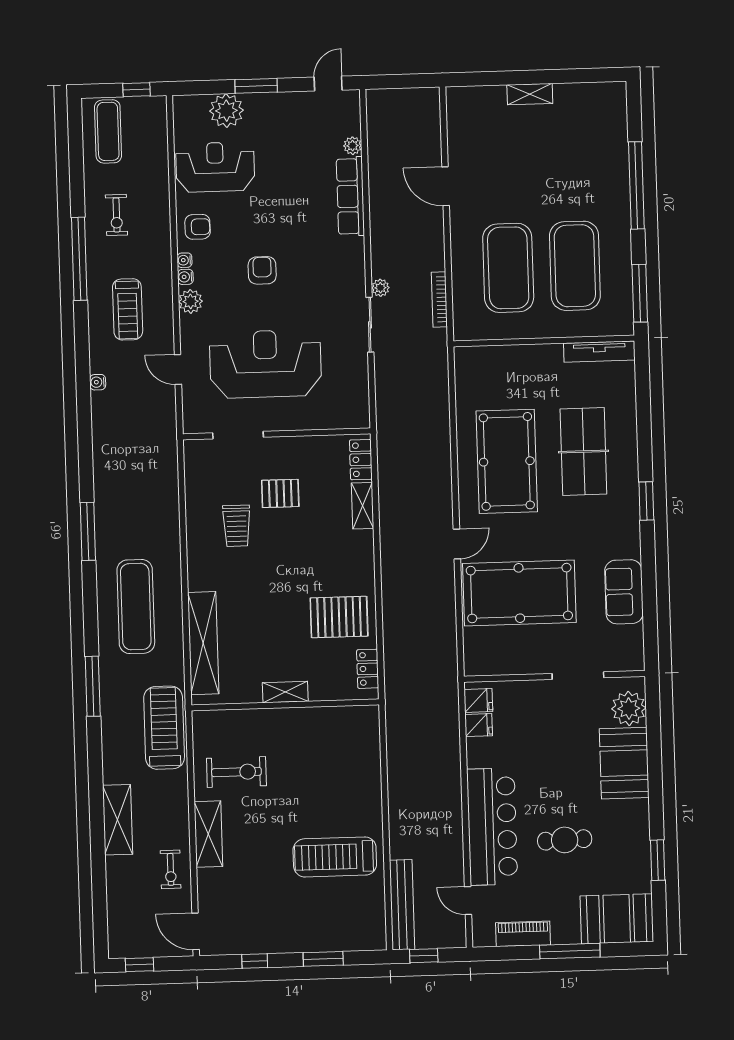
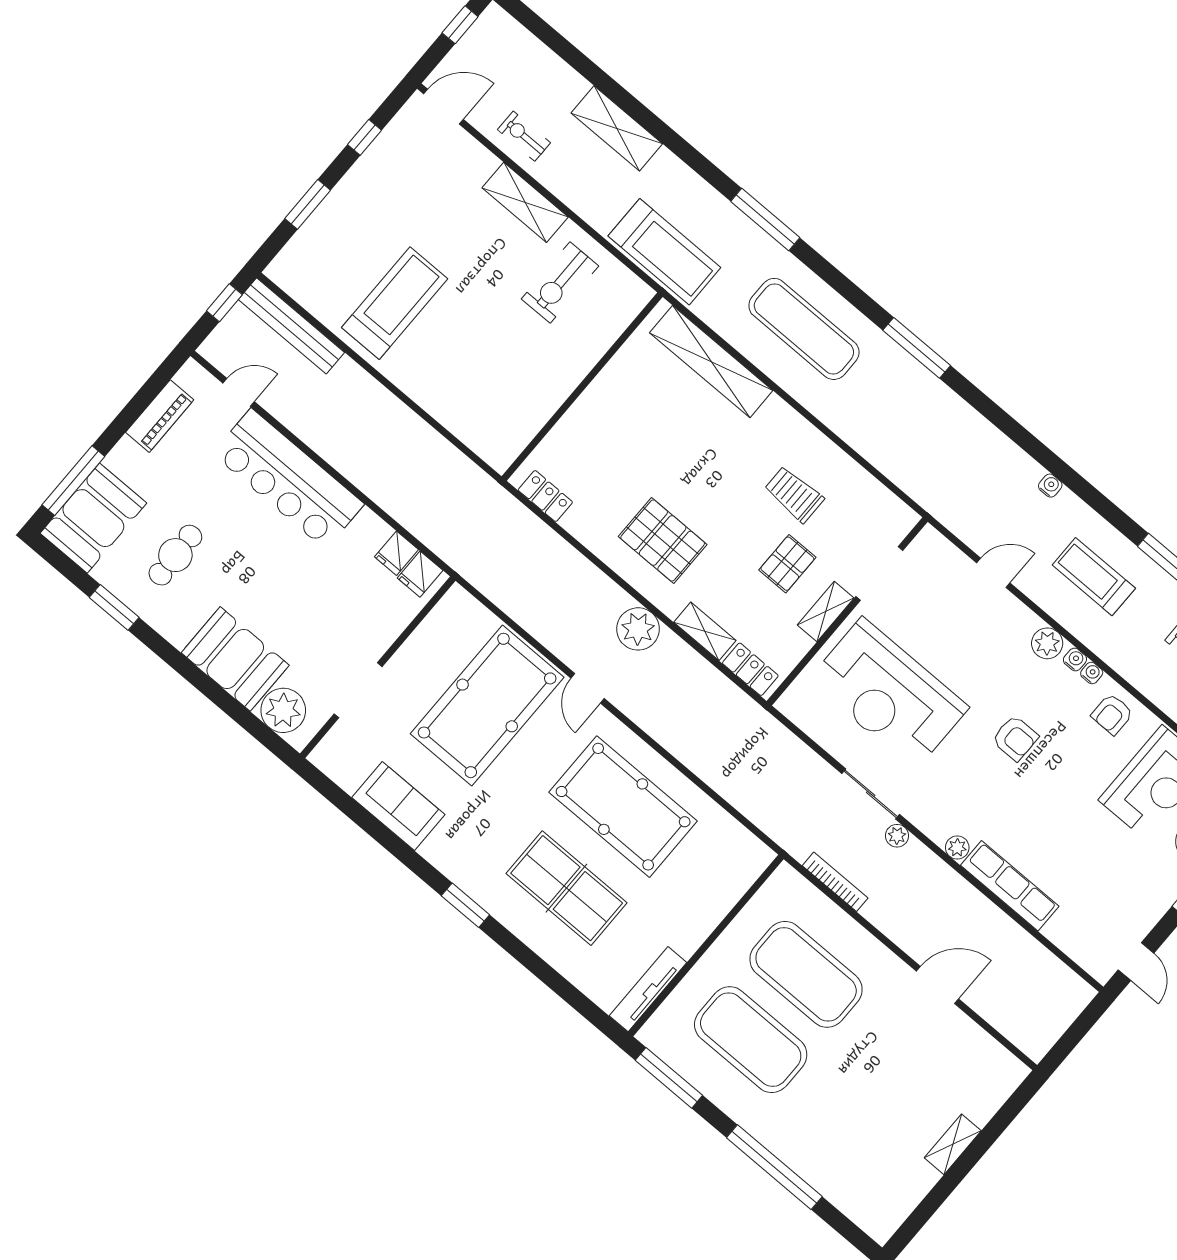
plant: (353, 146) -> (957, 848), moved
reception desk: (265, 364) -> (889, 694), moved, turned 90
plant: (396, 546) -> (638, 629), added
pallet: (339, 617) -> (663, 540), moved, turned 90
shelving: (285, 692) -> (826, 612), moved
cafe table: (565, 840) -> (175, 555), moved
window: (570, 951) -> (73, 481), moved

